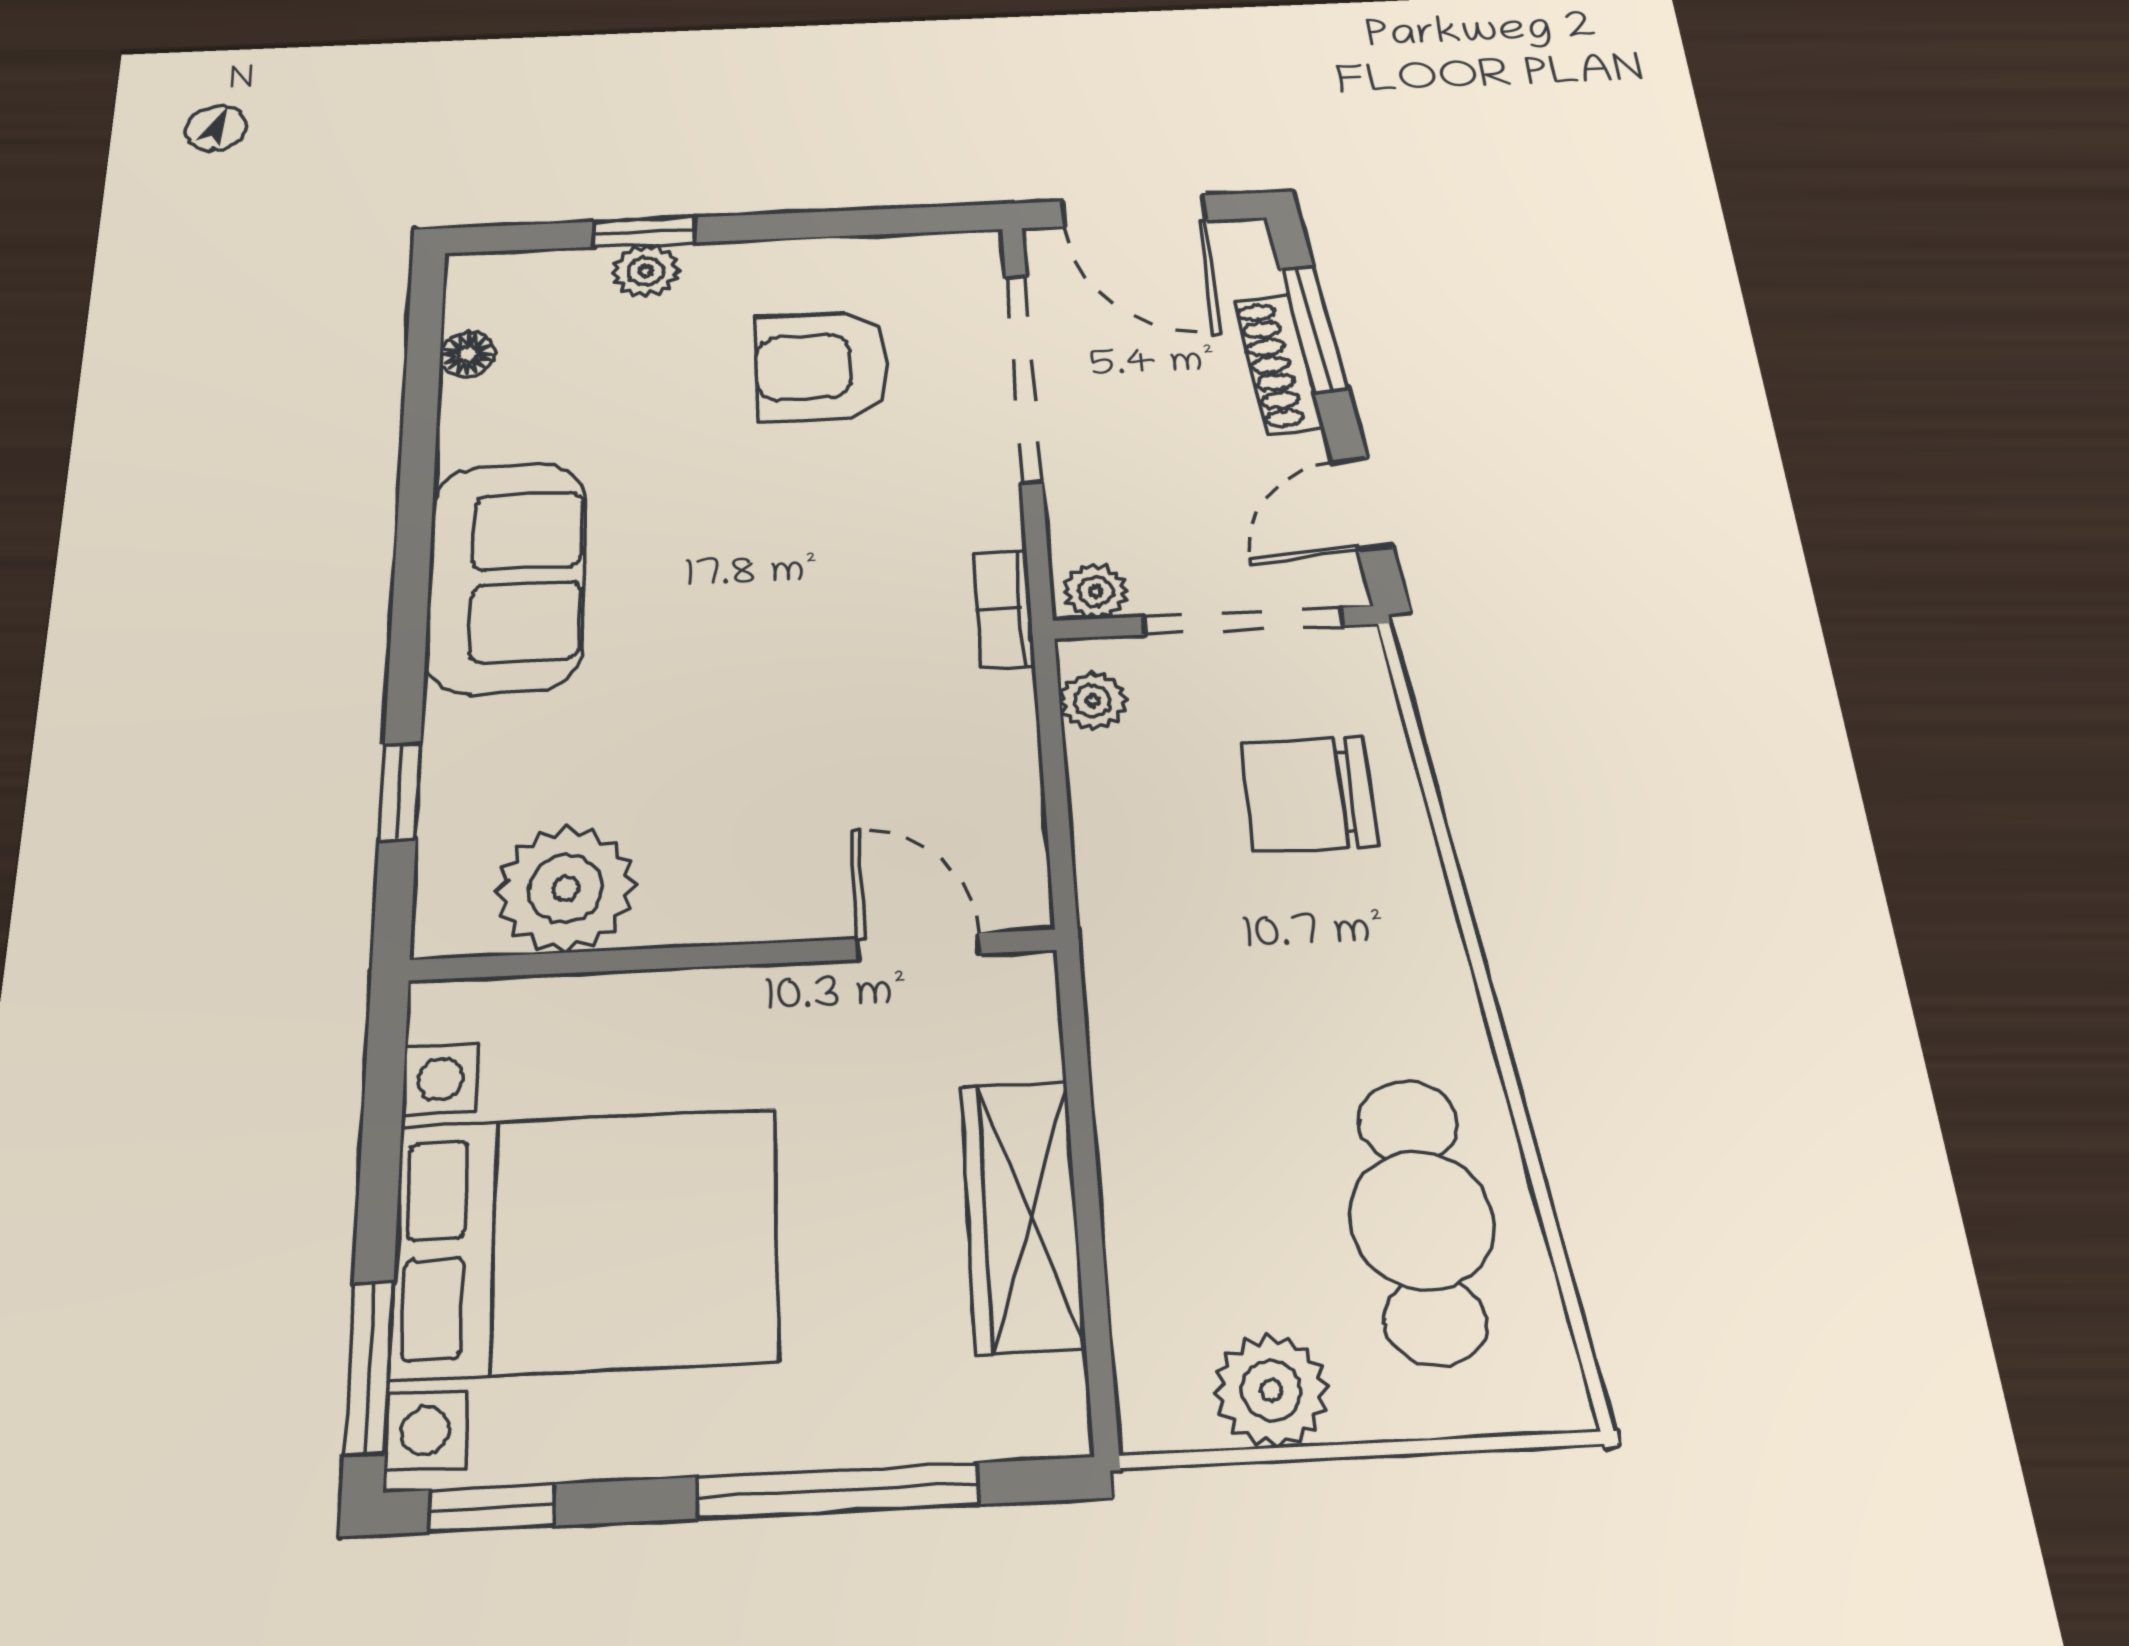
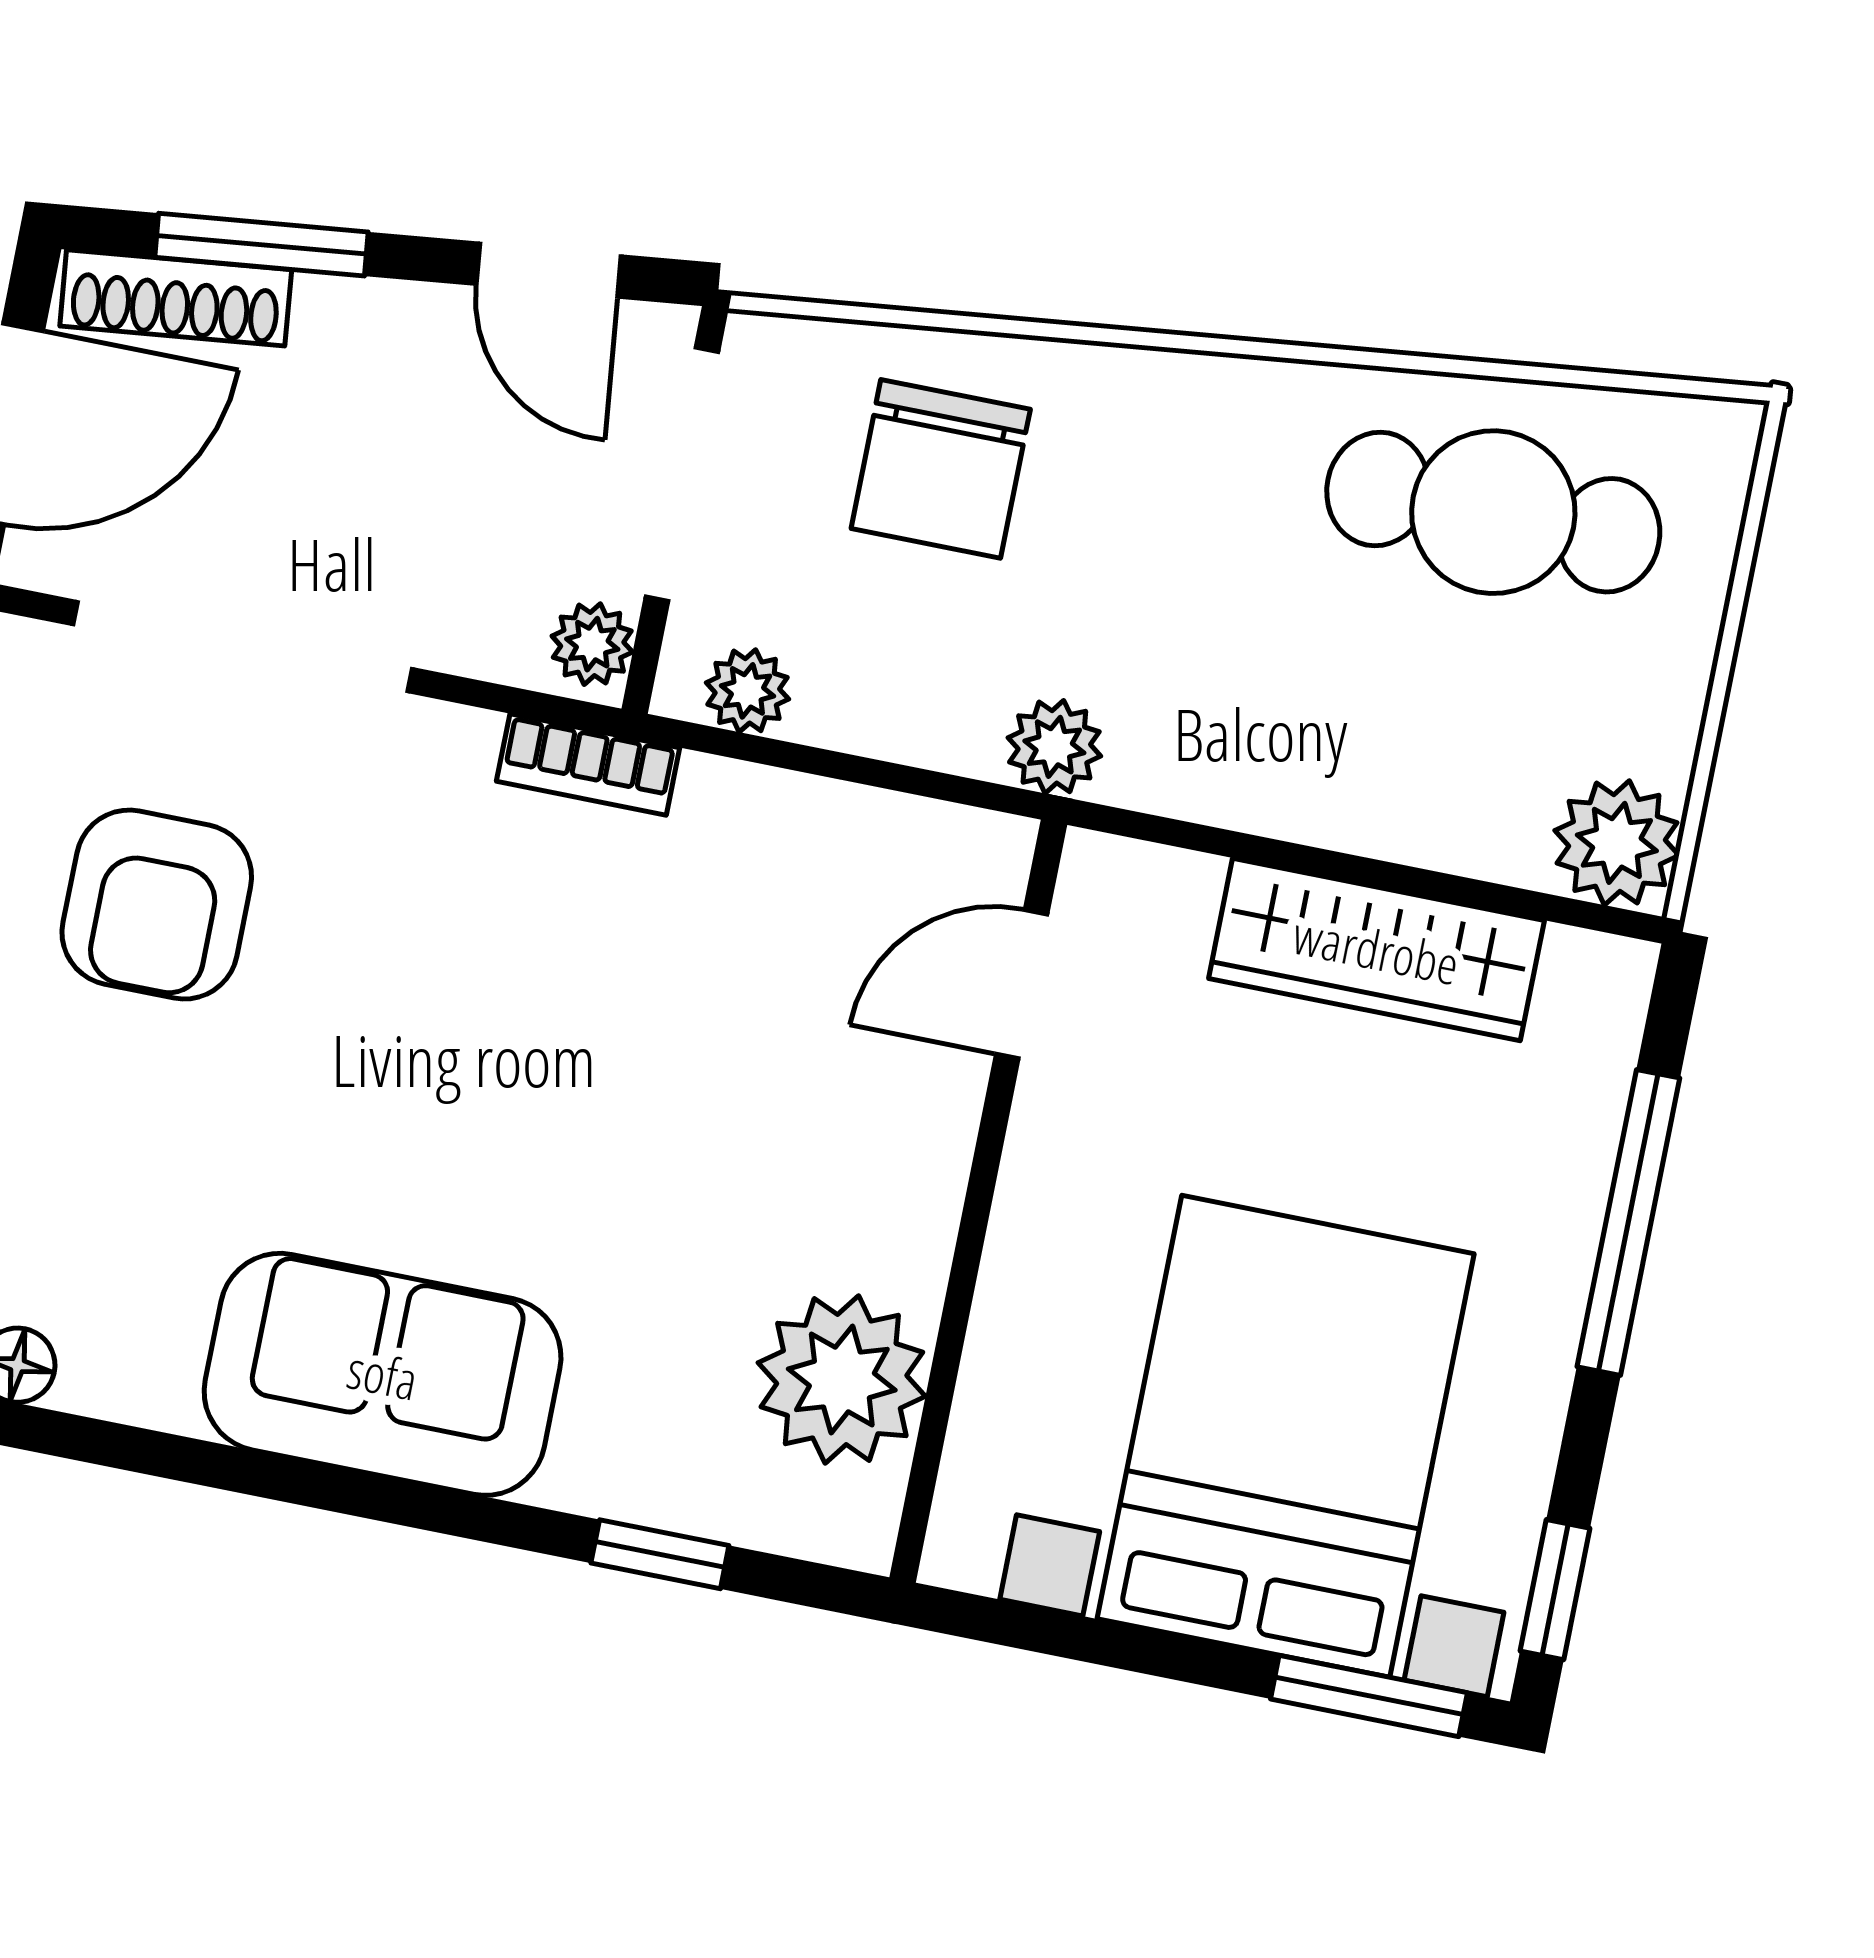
shoe rack: (1278, 364) -> (176, 298), moved
plant: (1117, 926) -> (1054, 747), added
plant: (1271, 1390) -> (1617, 843), moved

